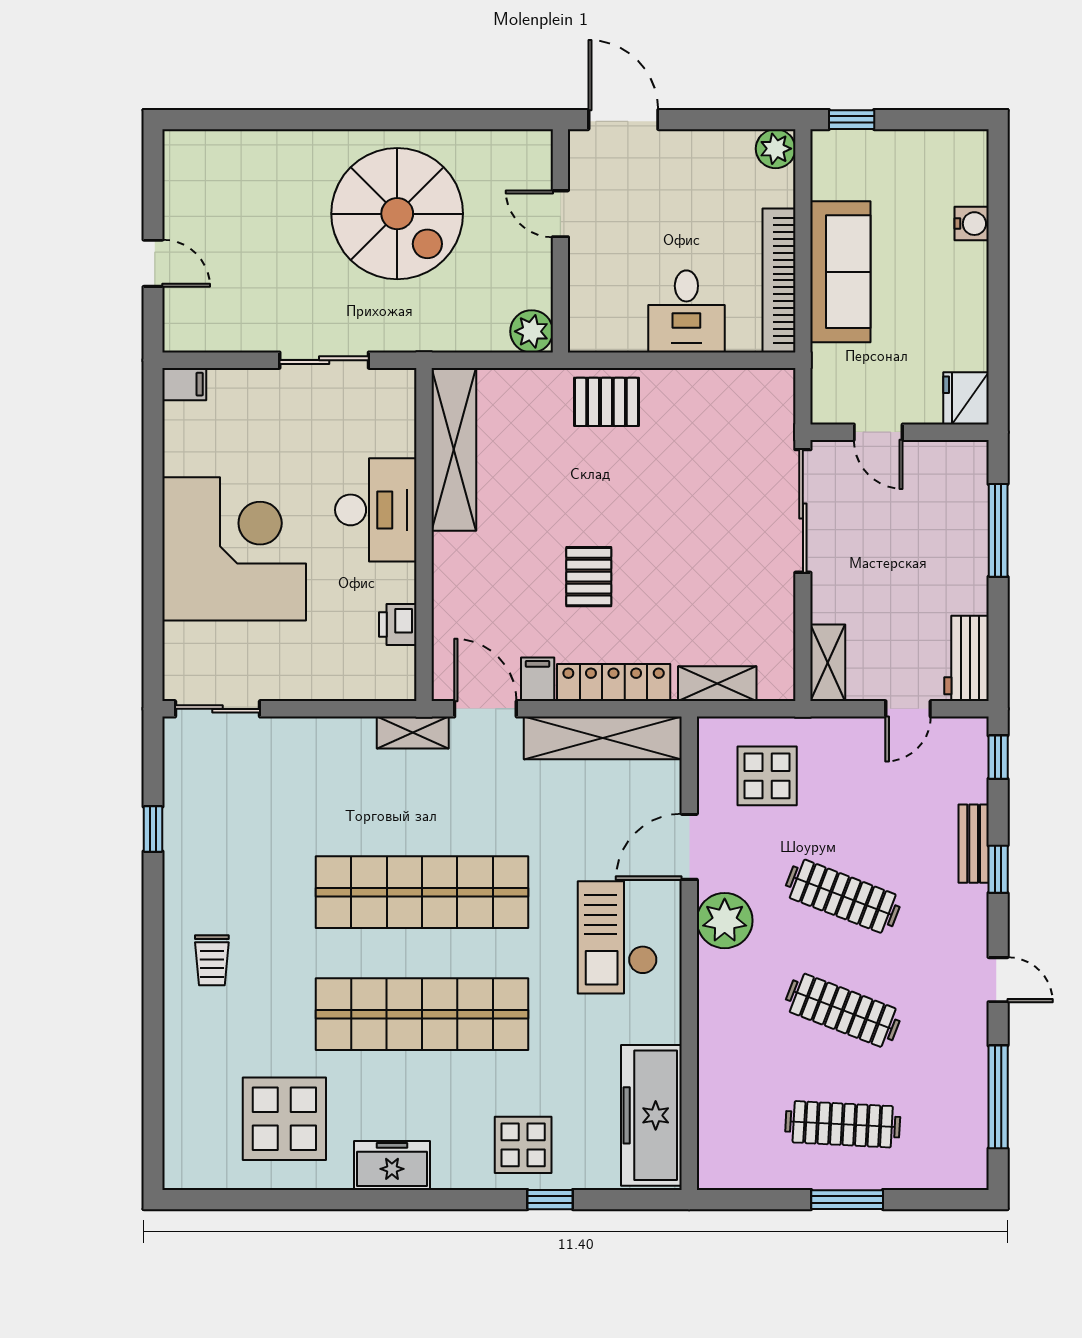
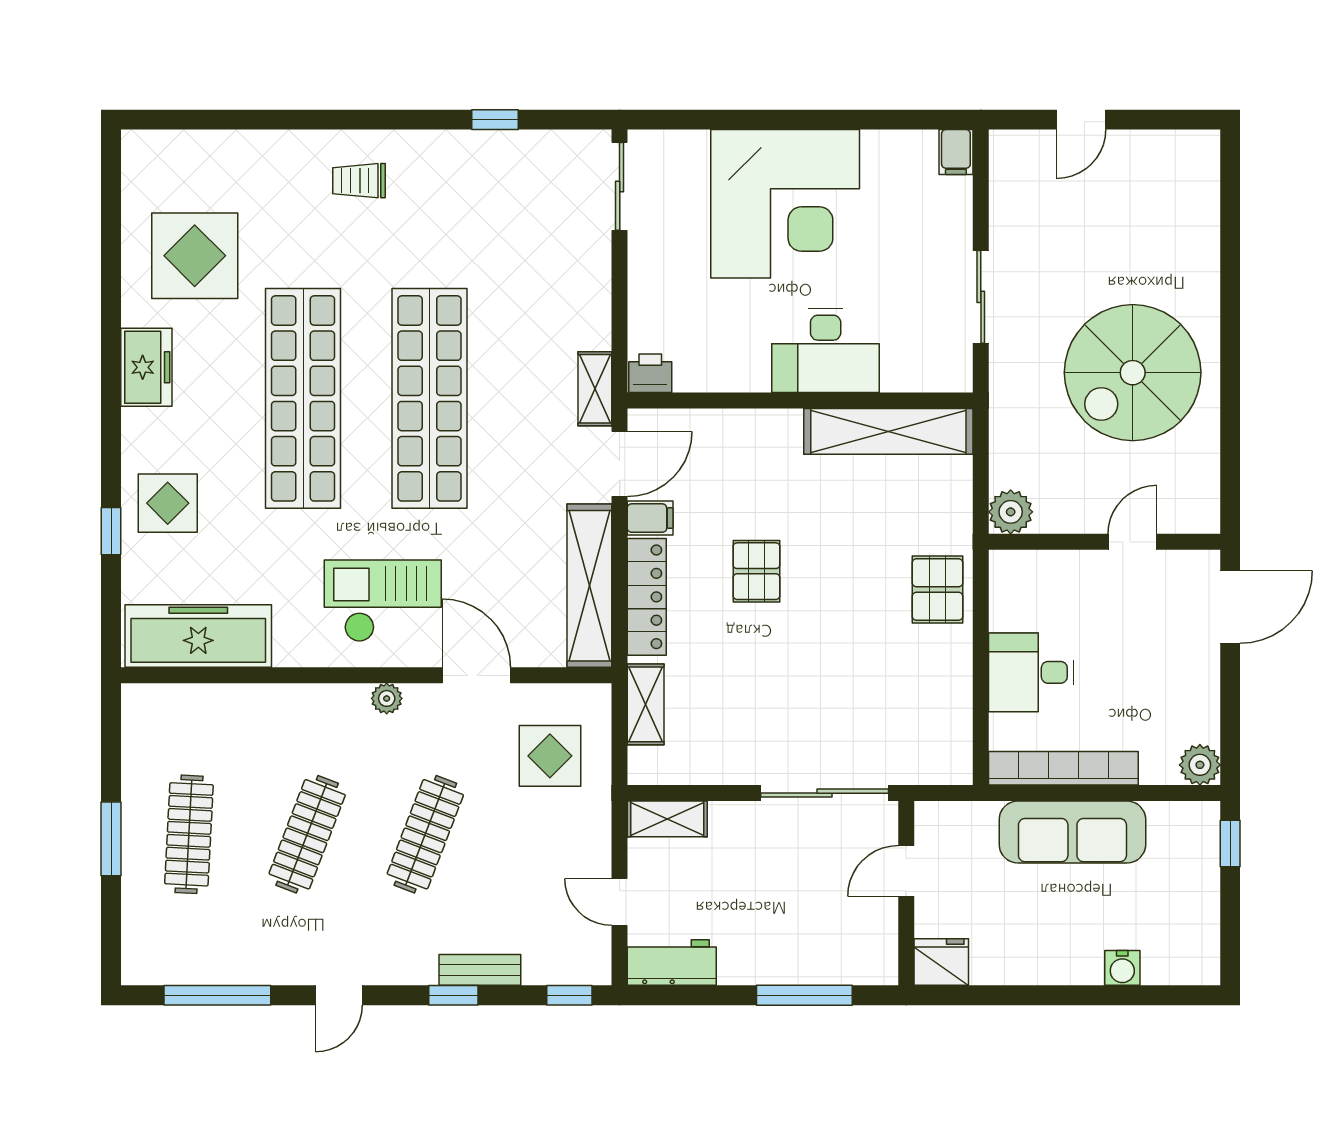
pallet: (589, 577) -> (756, 571), turned 90
printer: (398, 624) -> (650, 373), moved
plant: (725, 921) -> (387, 698), width x0.53, depth x0.53

